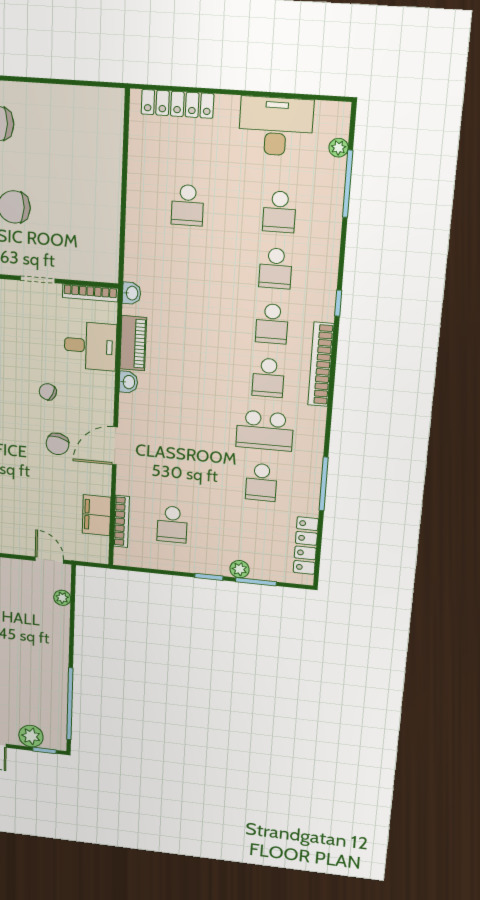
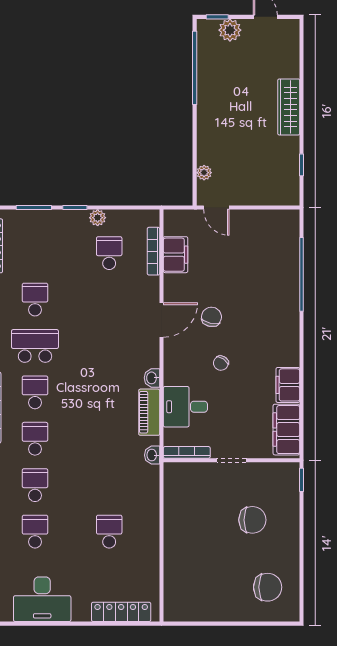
chair: (48, 392) -> (221, 363), turned 100
plant: (239, 569) -> (98, 218), moved

